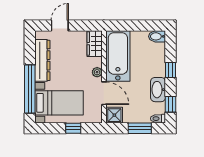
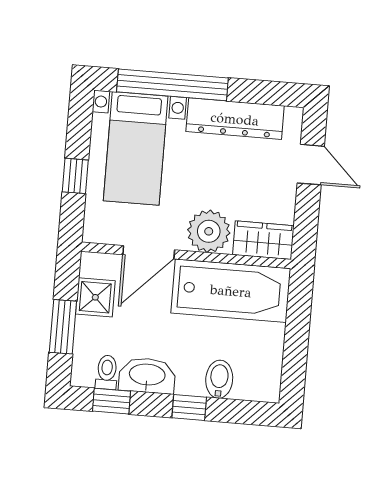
bidet: (157, 36) -> (219, 379), moved
plant: (97, 72) -> (209, 231), width x1.88, depth x1.88
shower: (114, 115) -> (95, 297), moved
toilet: (158, 119) -> (107, 372), moved

